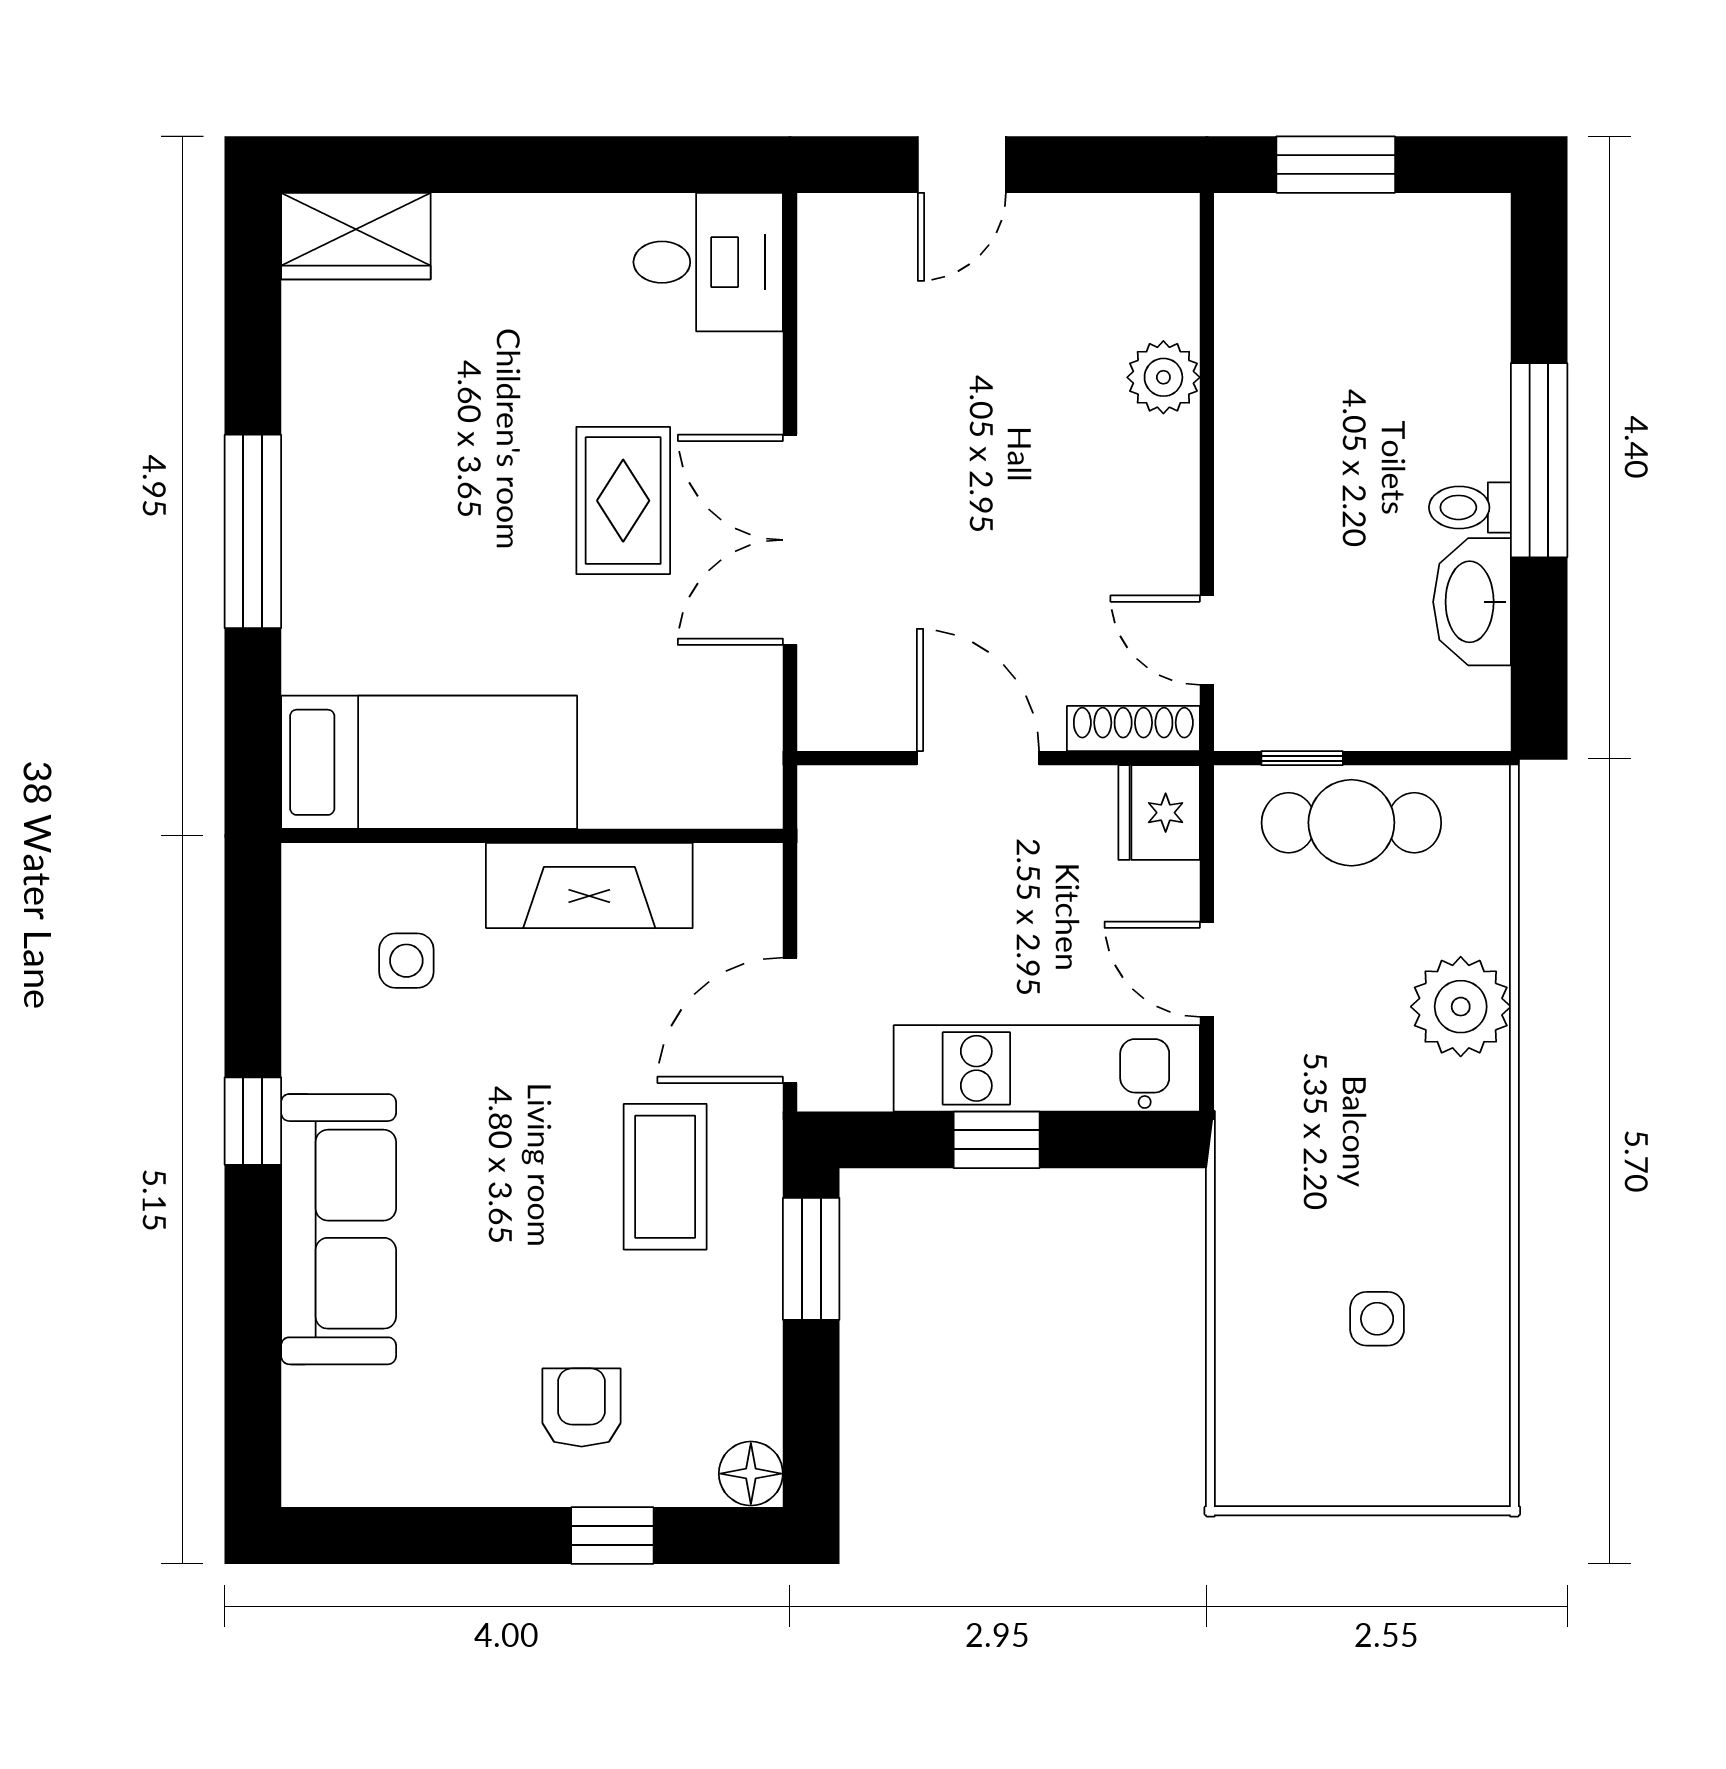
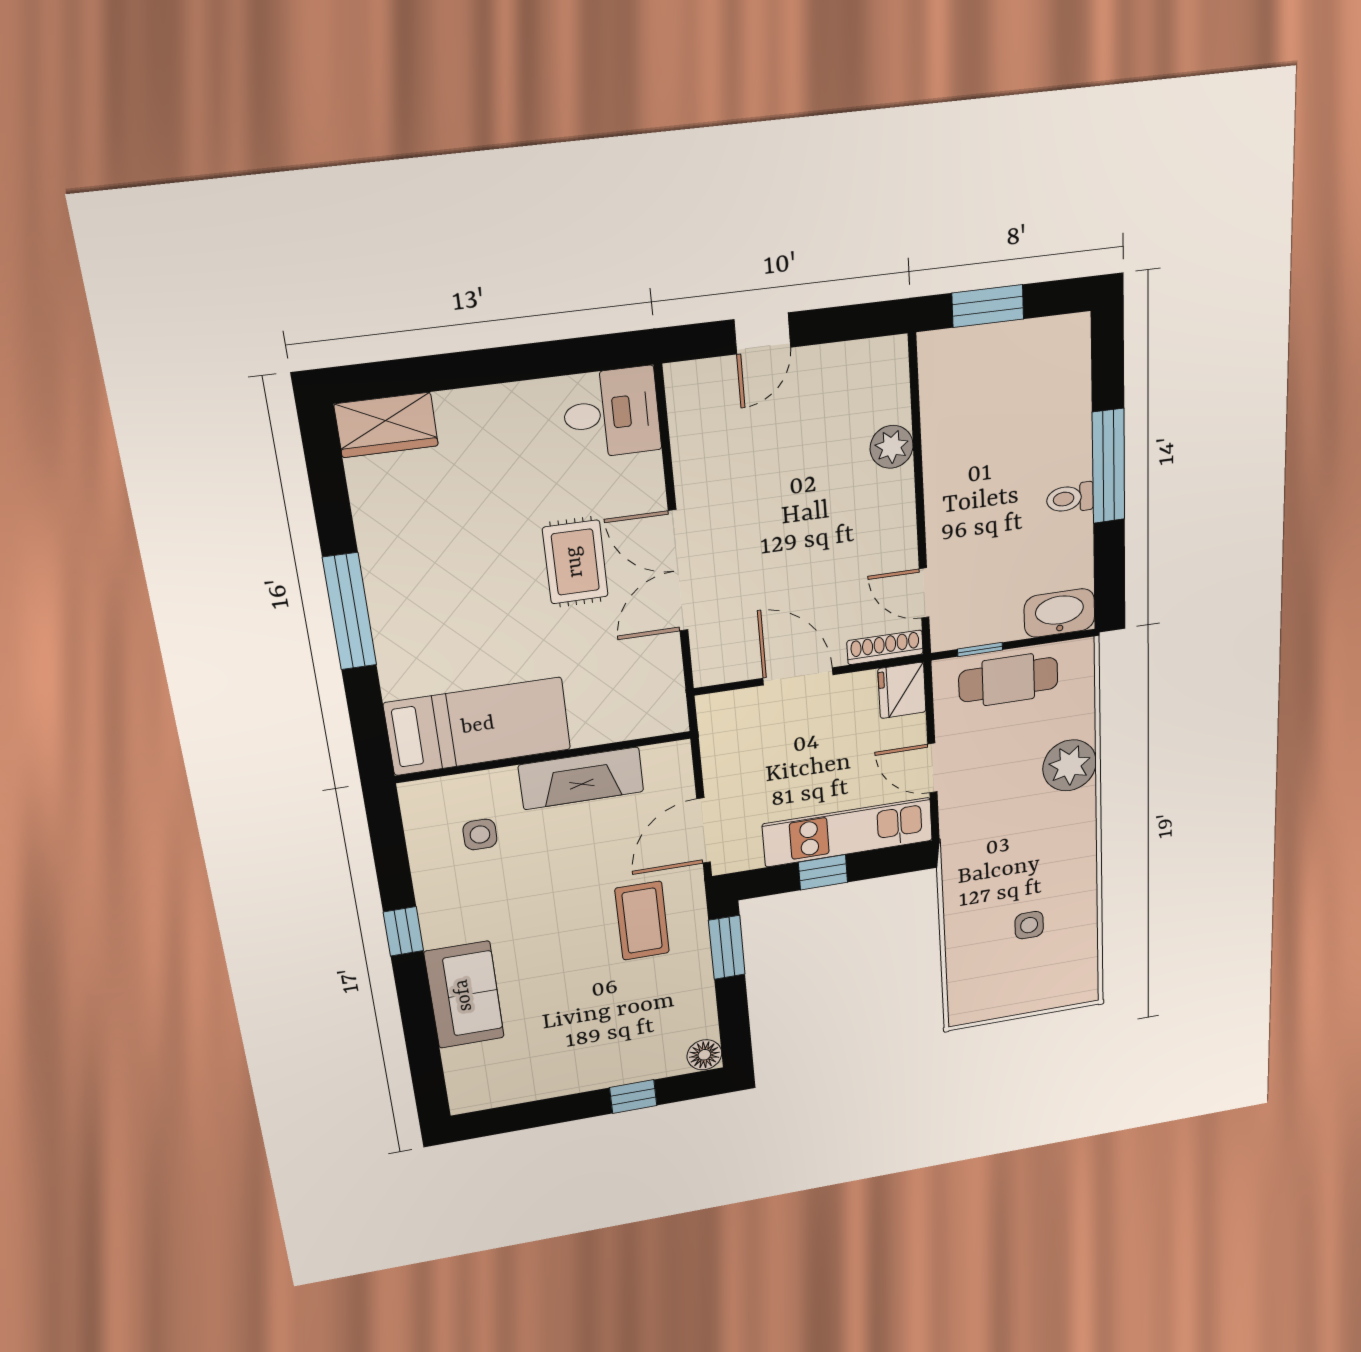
washbasin: (1472, 602) -> (1059, 613), moved, turned 90
sofa: (339, 1229) -> (464, 995), width x0.73
armchair: (582, 1407) -> (609, 1040), removed

